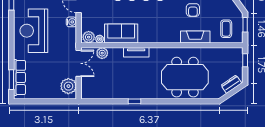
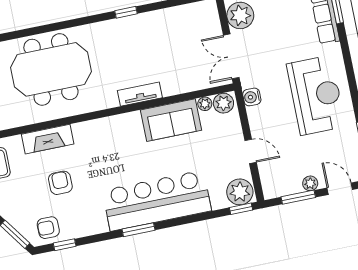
water cooler: (71, 22) -> (252, 97), moved
plant: (102, 53) -> (196, 81), removed

